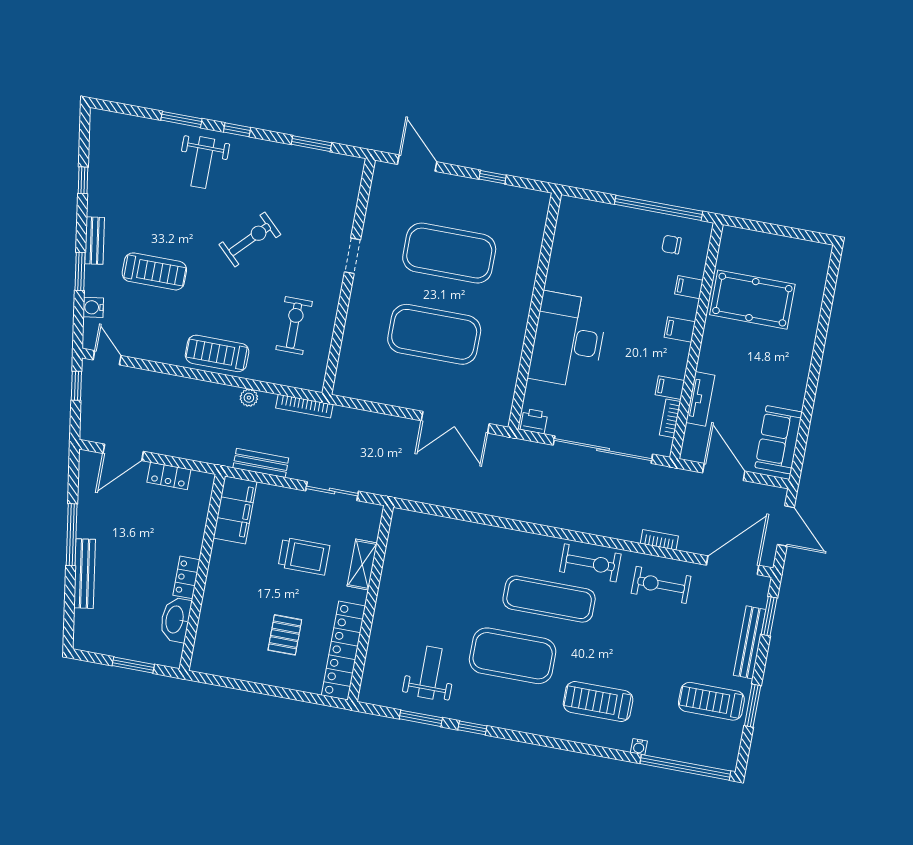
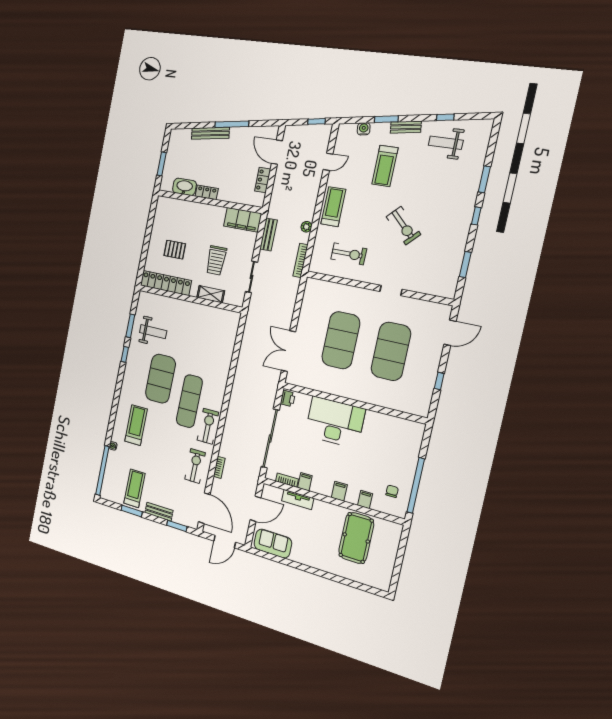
weight bench: (203, 163) -> (446, 143), moved
door: (107, 358) -> (328, 162), moved
exercise bike: (590, 563) -> (208, 426), turned 180
bench: (750, 642) -> (159, 512), width x0.73

